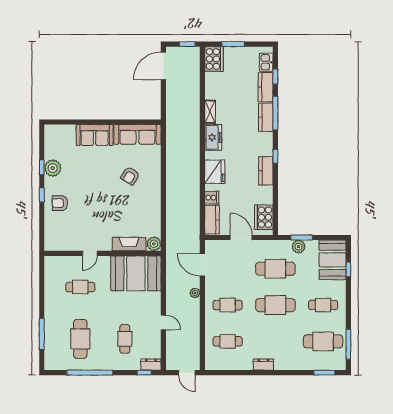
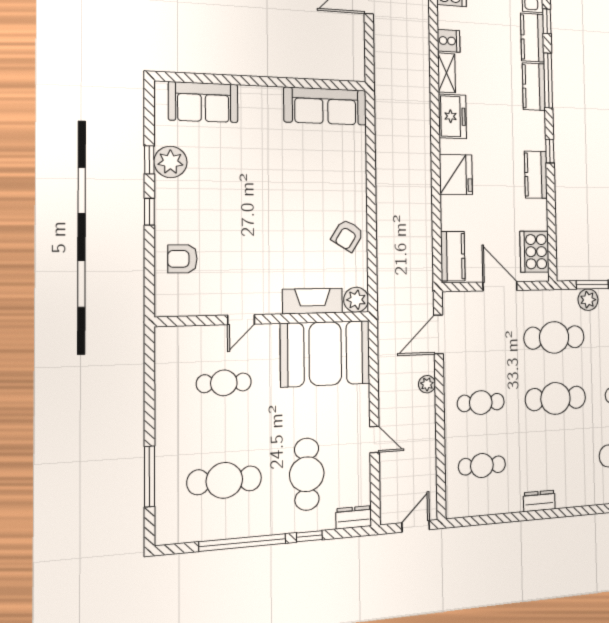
sofa: (95, 135) -> (203, 102), moved
armchair: (130, 176) -> (347, 235), moved
cooker: (212, 198) -> (449, 41), moved
armchair: (60, 203) -> (182, 259), moved
door: (202, 265) -> (438, 334), hinge flipped
cafe table: (80, 339) -> (224, 480), turned 90
cafe table: (125, 339) -> (307, 474), width x1.37, depth x1.35
window: (144, 373) -> (309, 536), moved
door: (187, 373) -> (416, 526), swing flipped

